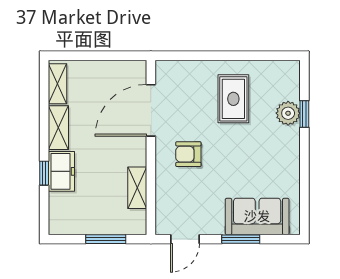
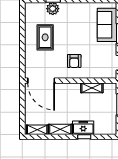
rug: (233, 99) -> (45, 37), turned 90
door: (151, 110) -> (41, 81), moved

